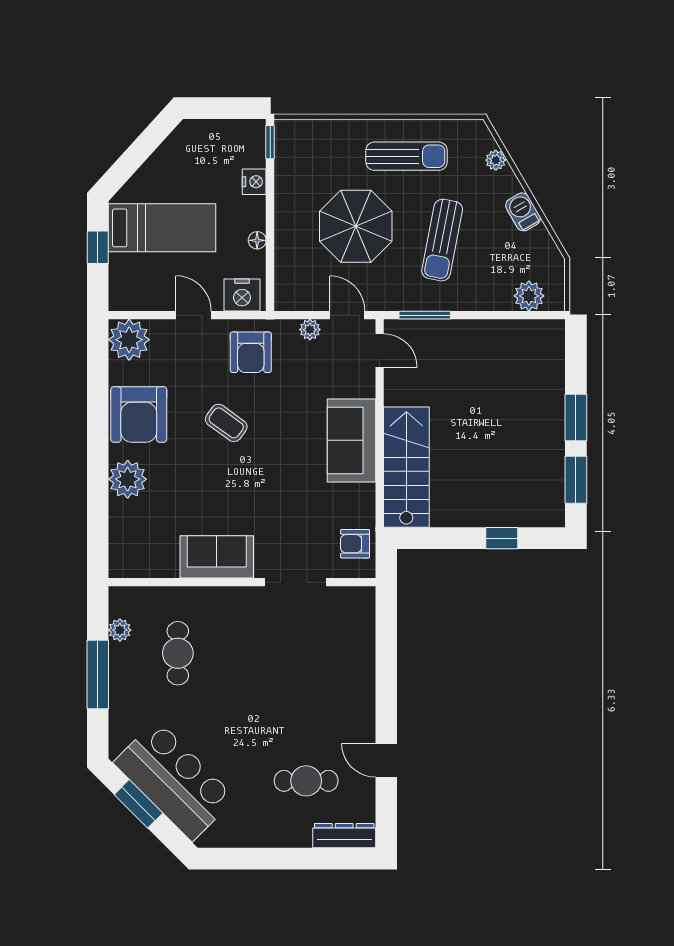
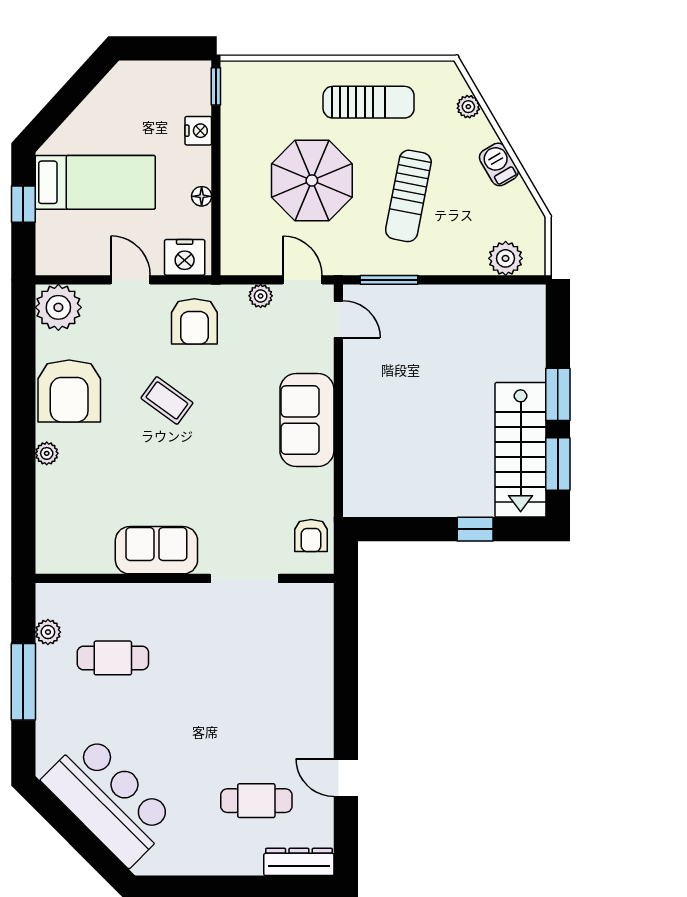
stairs: (406, 467) -> (521, 450), moved, turned 180
plant: (128, 479) -> (47, 453), width x0.53, depth x0.53
armchair: (355, 544) -> (311, 535), turned -90
cafe table: (178, 653) -> (113, 658), turned 90
window: (138, 804) -> (69, 826), removed

